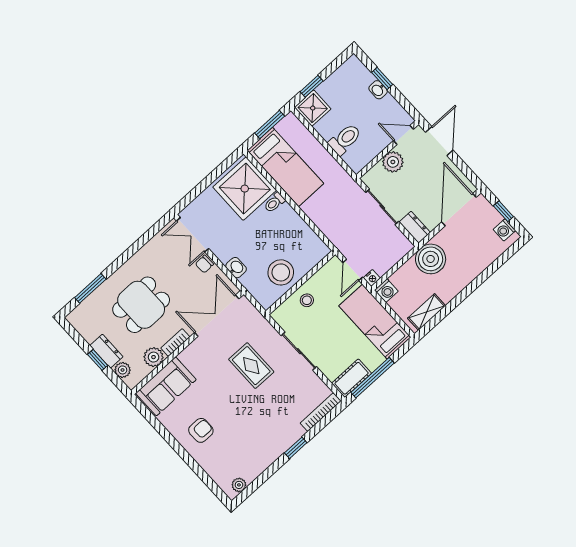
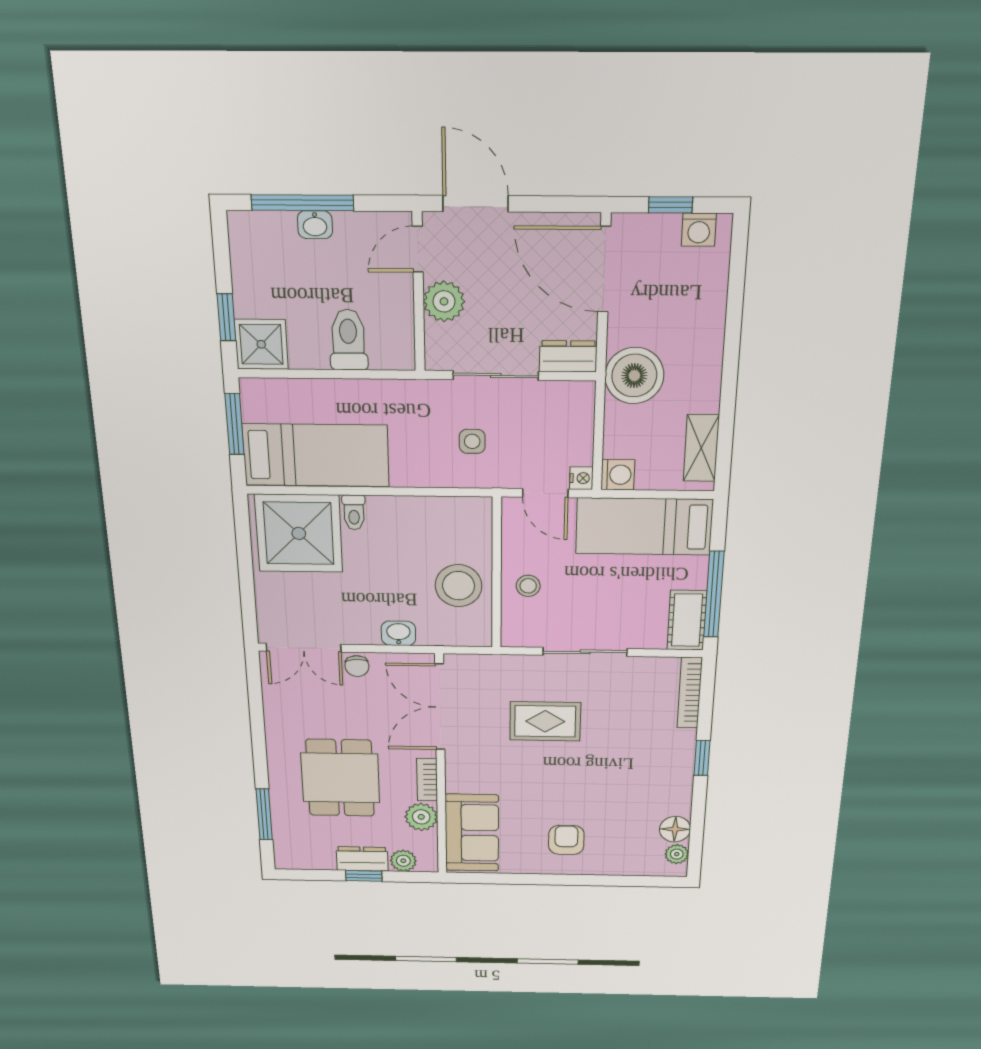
window: (382, 78) -> (302, 203), width x2.17
side table: (348, 222) -> (472, 441), added
floor lamp: (251, 472) -> (675, 829), added

